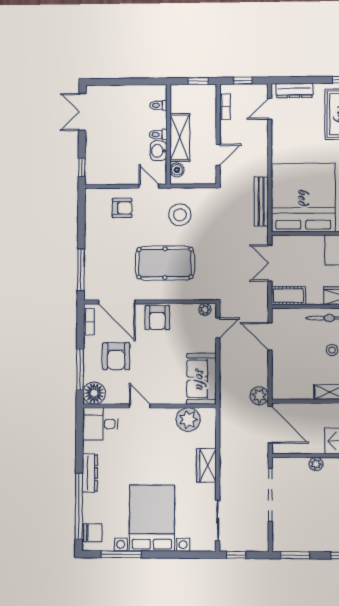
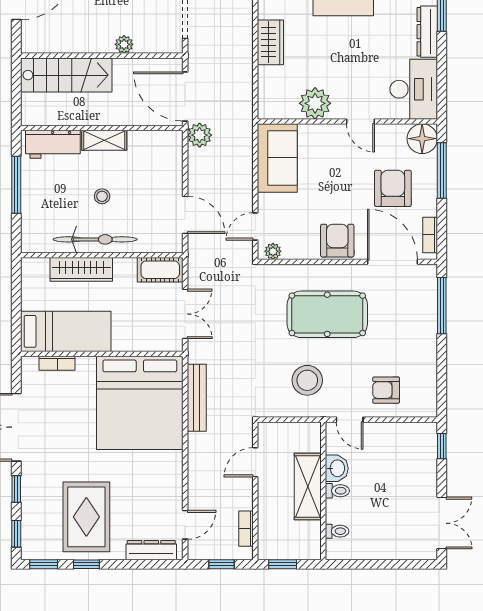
boiler: (177, 170) -> (311, 442), removed
plant: (188, 420) -> (315, 103), moved
desk: (100, 424) -> (414, 89), width x1.37

